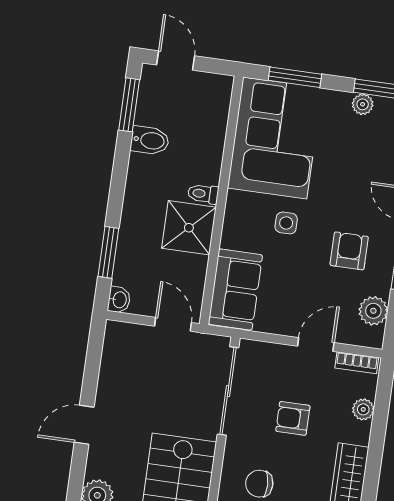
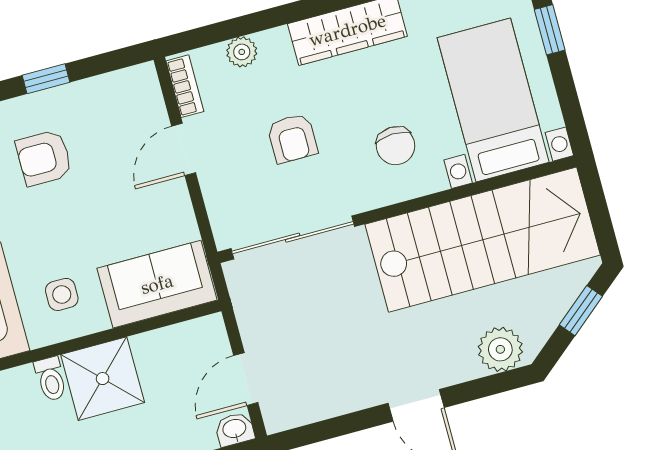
side table: (286, 223) -> (62, 294), moved
plant: (373, 311) -> (108, 93), removed
door: (173, 324) -> (246, 379), moved
door: (316, 344) -> (184, 149), hinge flipped

